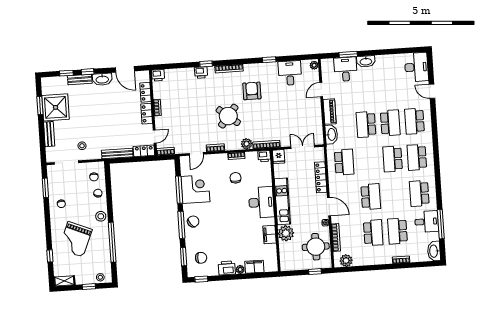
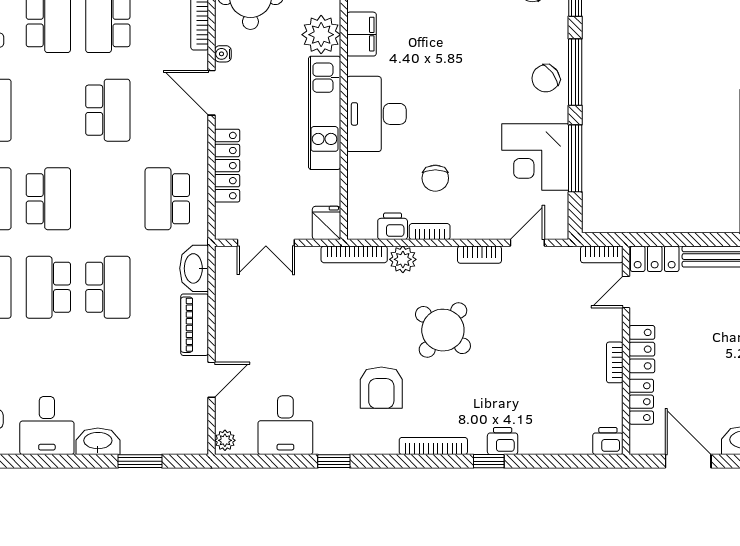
desk: (346, 69) -> (47, 426), moved
printer: (264, 156) -> (393, 226), moved
school desk: (371, 197) -> (108, 110), turned 180

